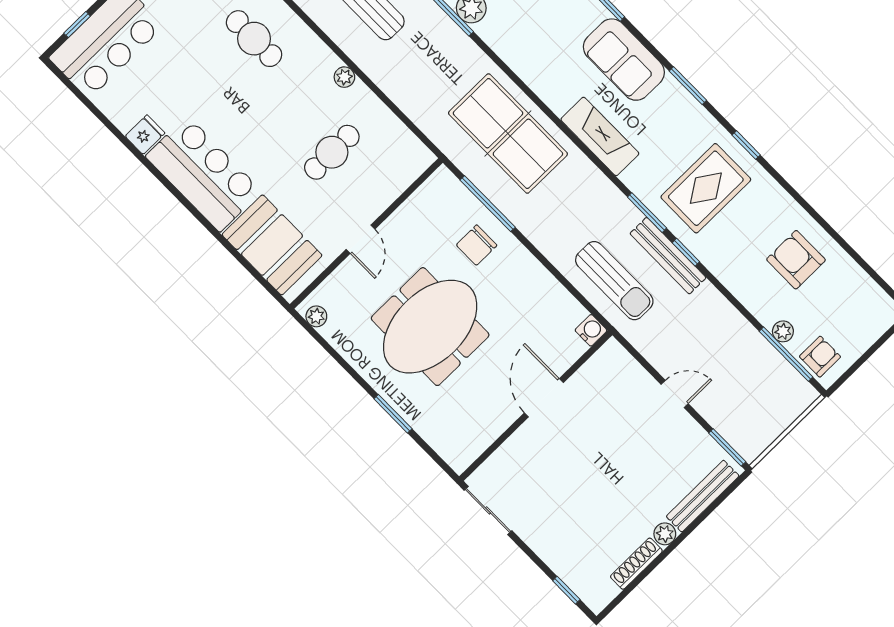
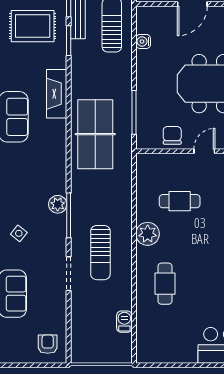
plant: (344, 77) -> (148, 234), width x1.88, depth x1.88
chair: (477, 245) -> (172, 135), moved, turned -90
water cooler: (591, 330) -> (143, 41), moved

